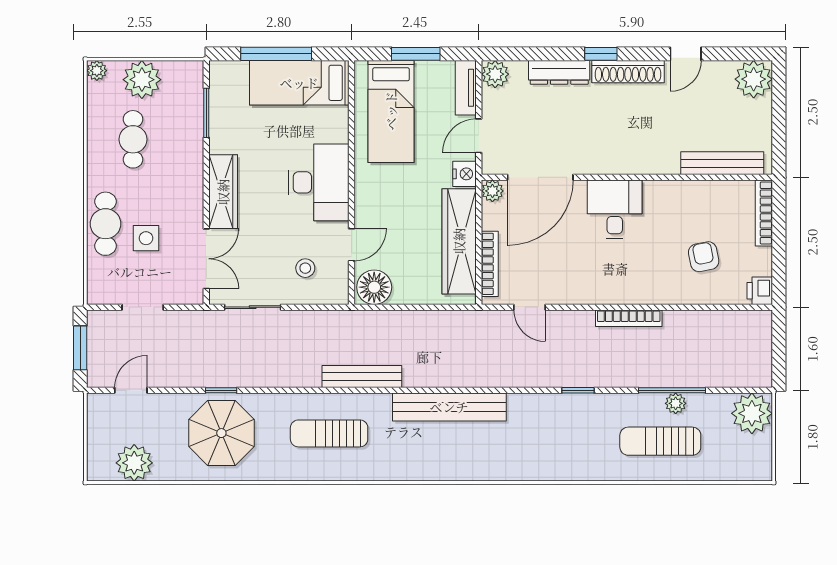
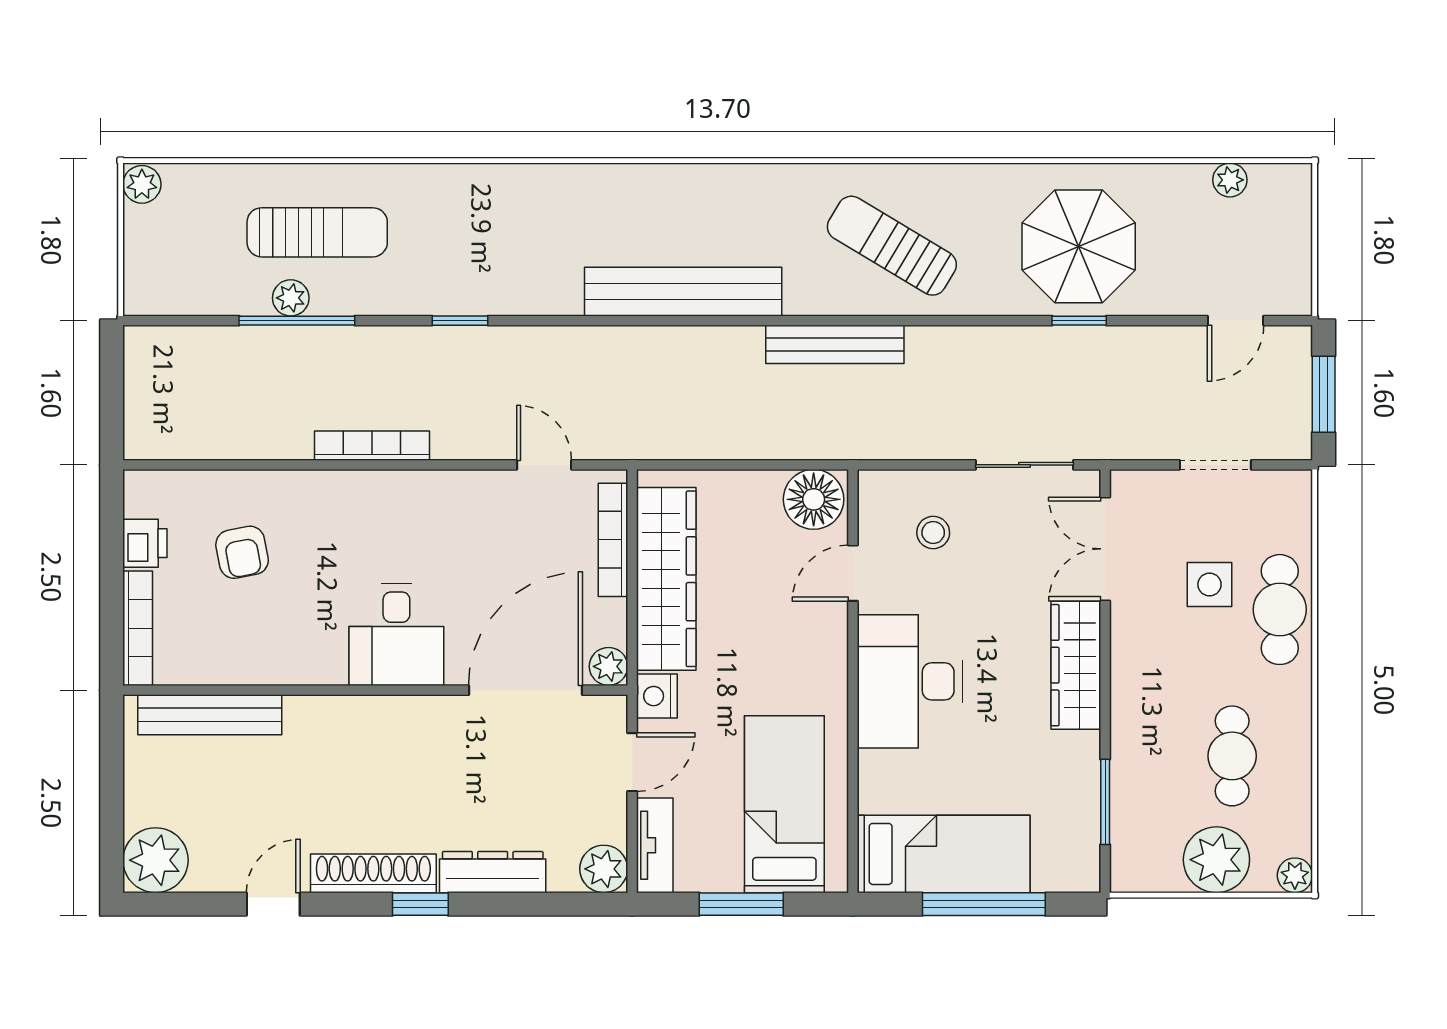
printer: (760, 291) -> (145, 543), moved
plant: (752, 413) -> (142, 184), moved, width x0.53, depth x0.53
sun lounger: (329, 433) -> (892, 246), turned -149
plant: (134, 463) -> (1230, 180), width x0.53, depth x0.53

